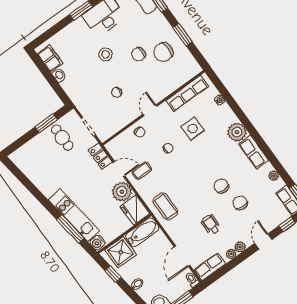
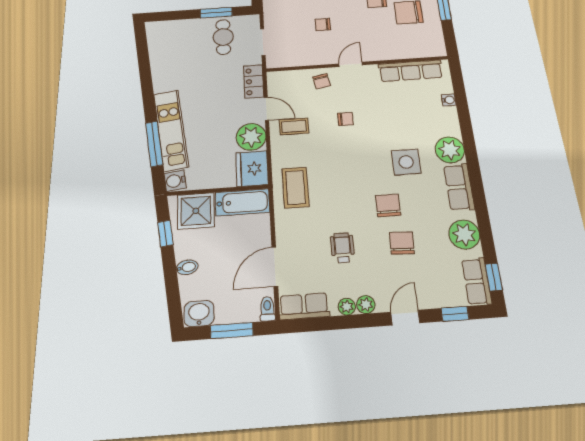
side table: (192, 129) -> (406, 162), moved
plant: (274, 176) -> (464, 234), width x1.87, depth x1.87

